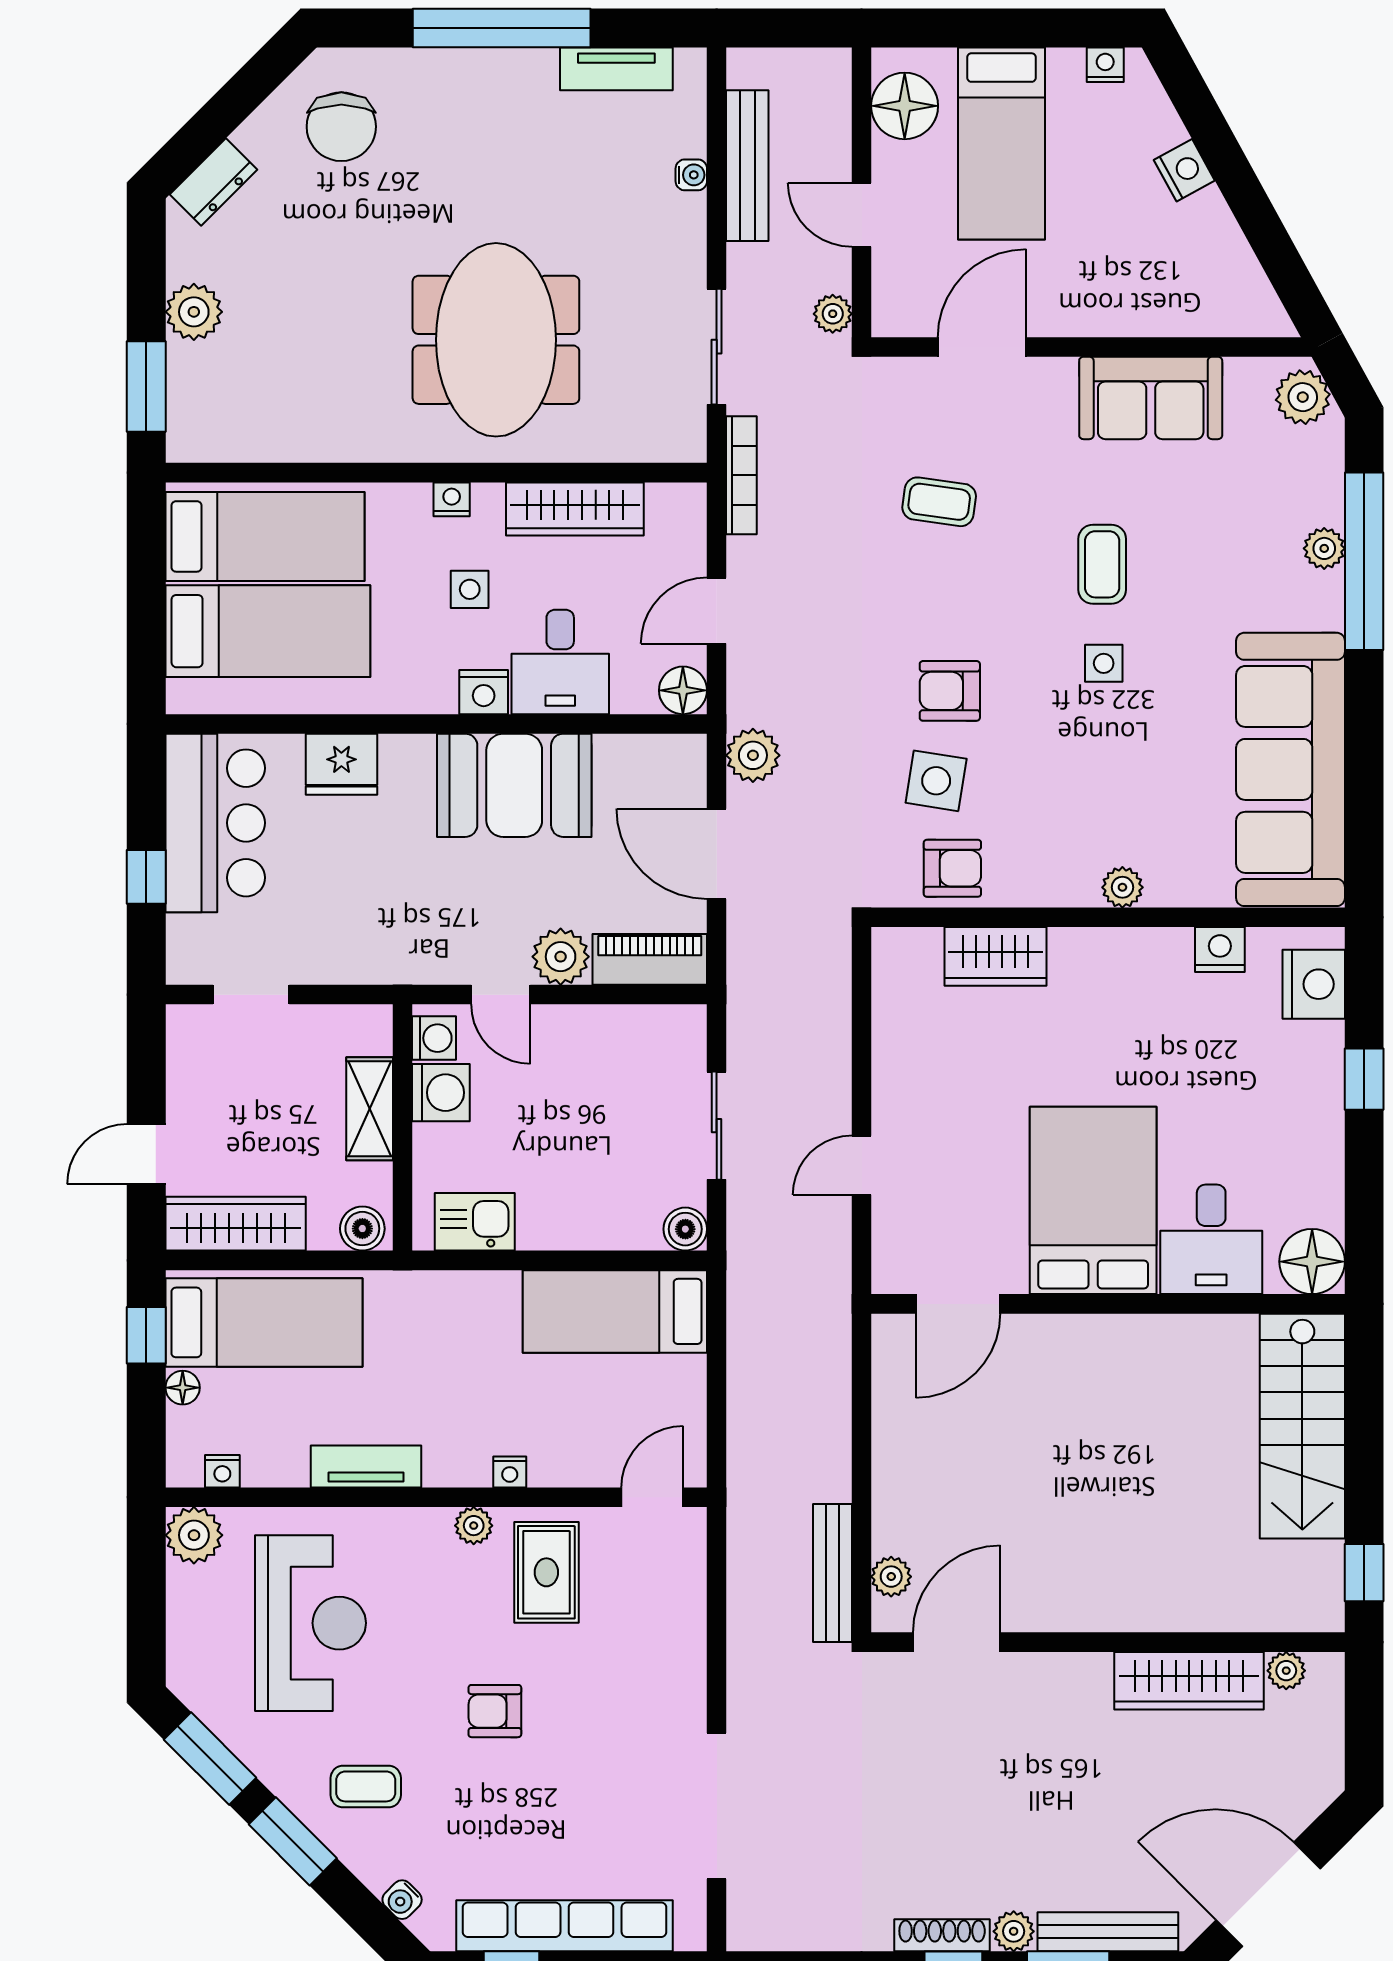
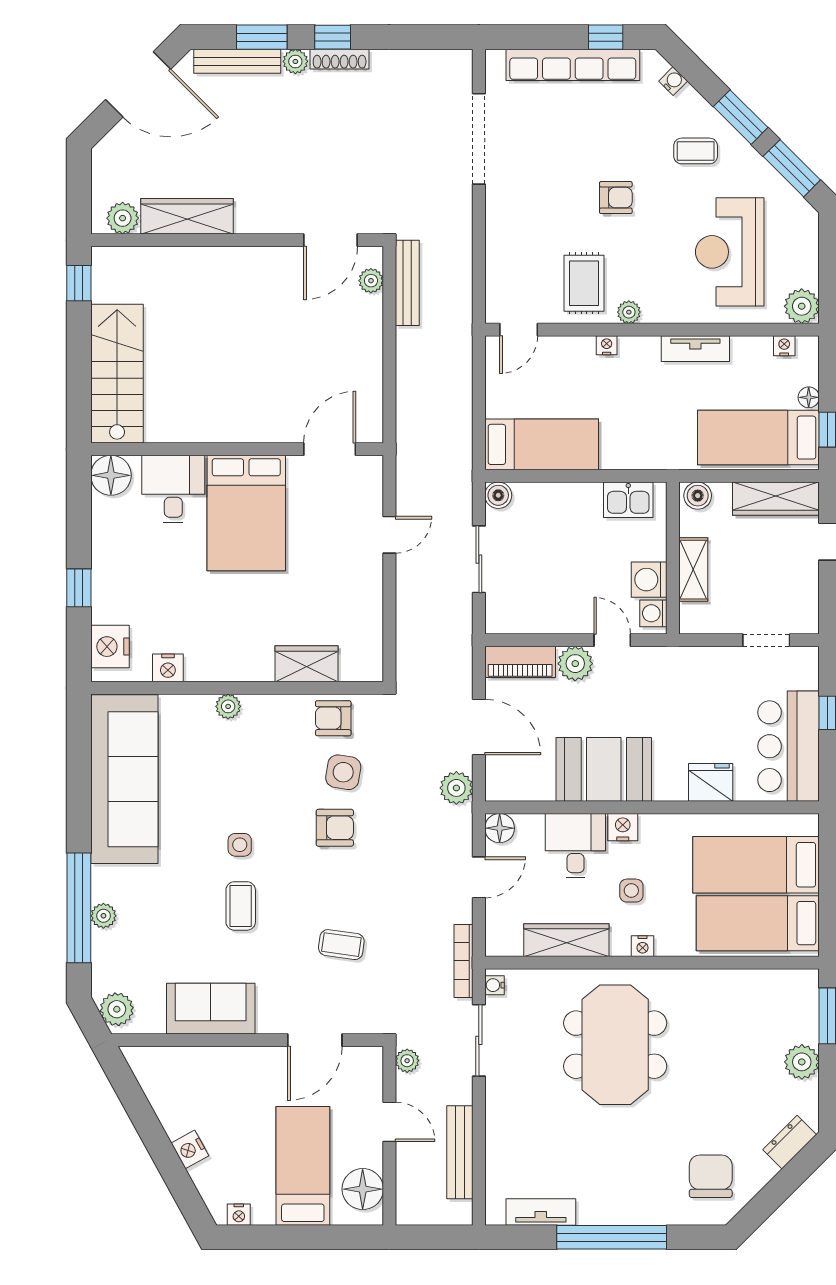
water cooler: (691, 175) -> (494, 985), moved
plant: (1286, 1671) -> (123, 218), width x1.38, depth x1.38

